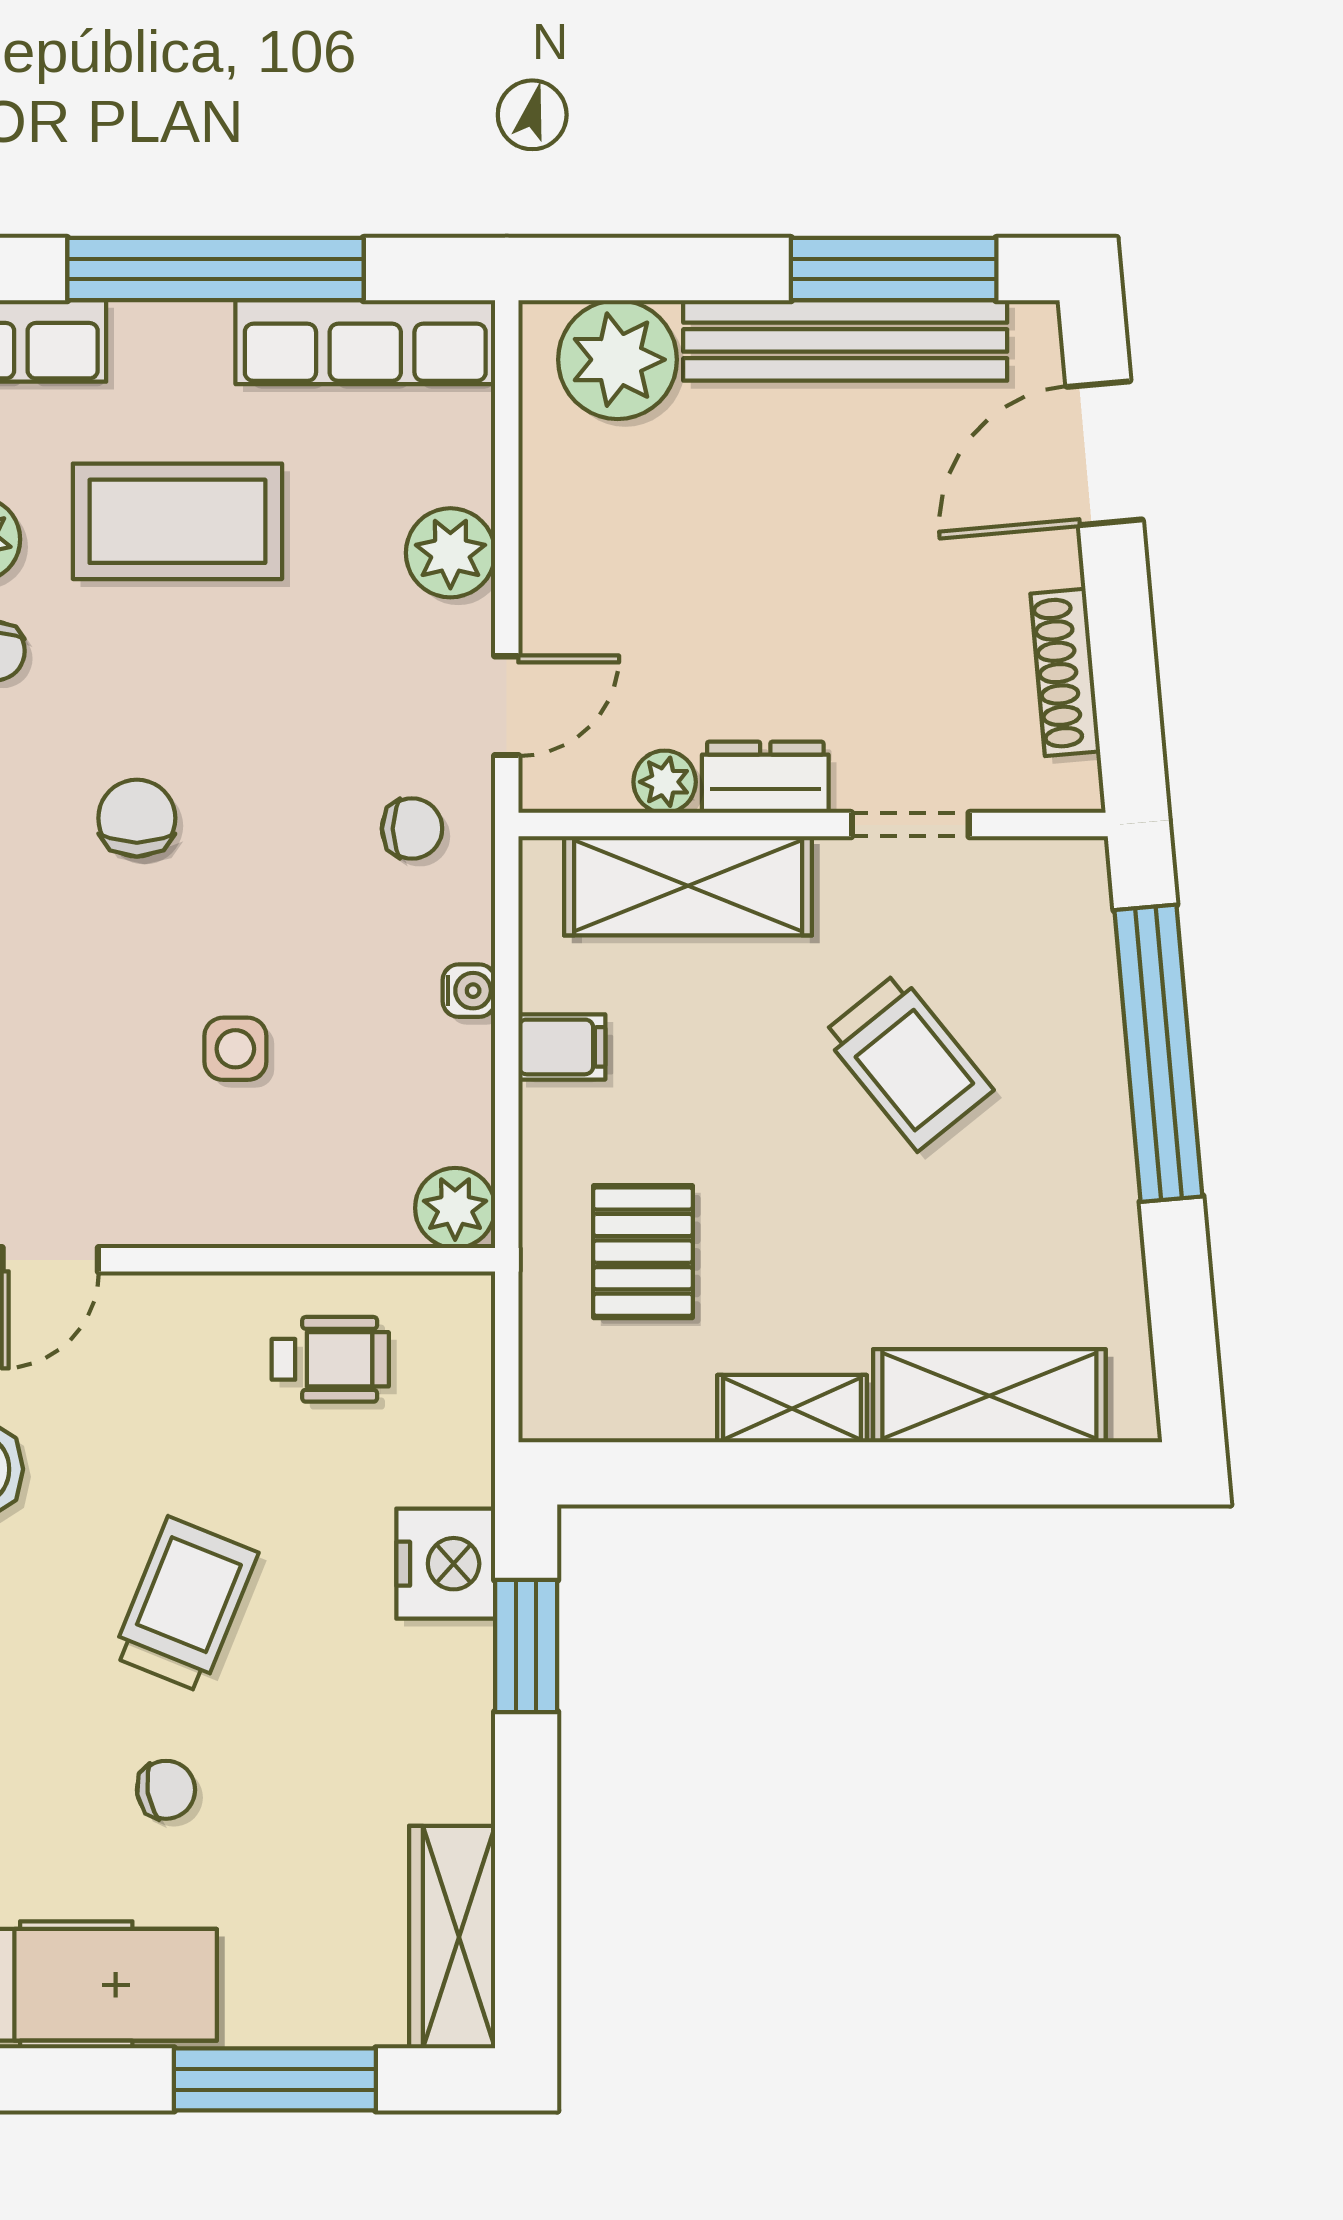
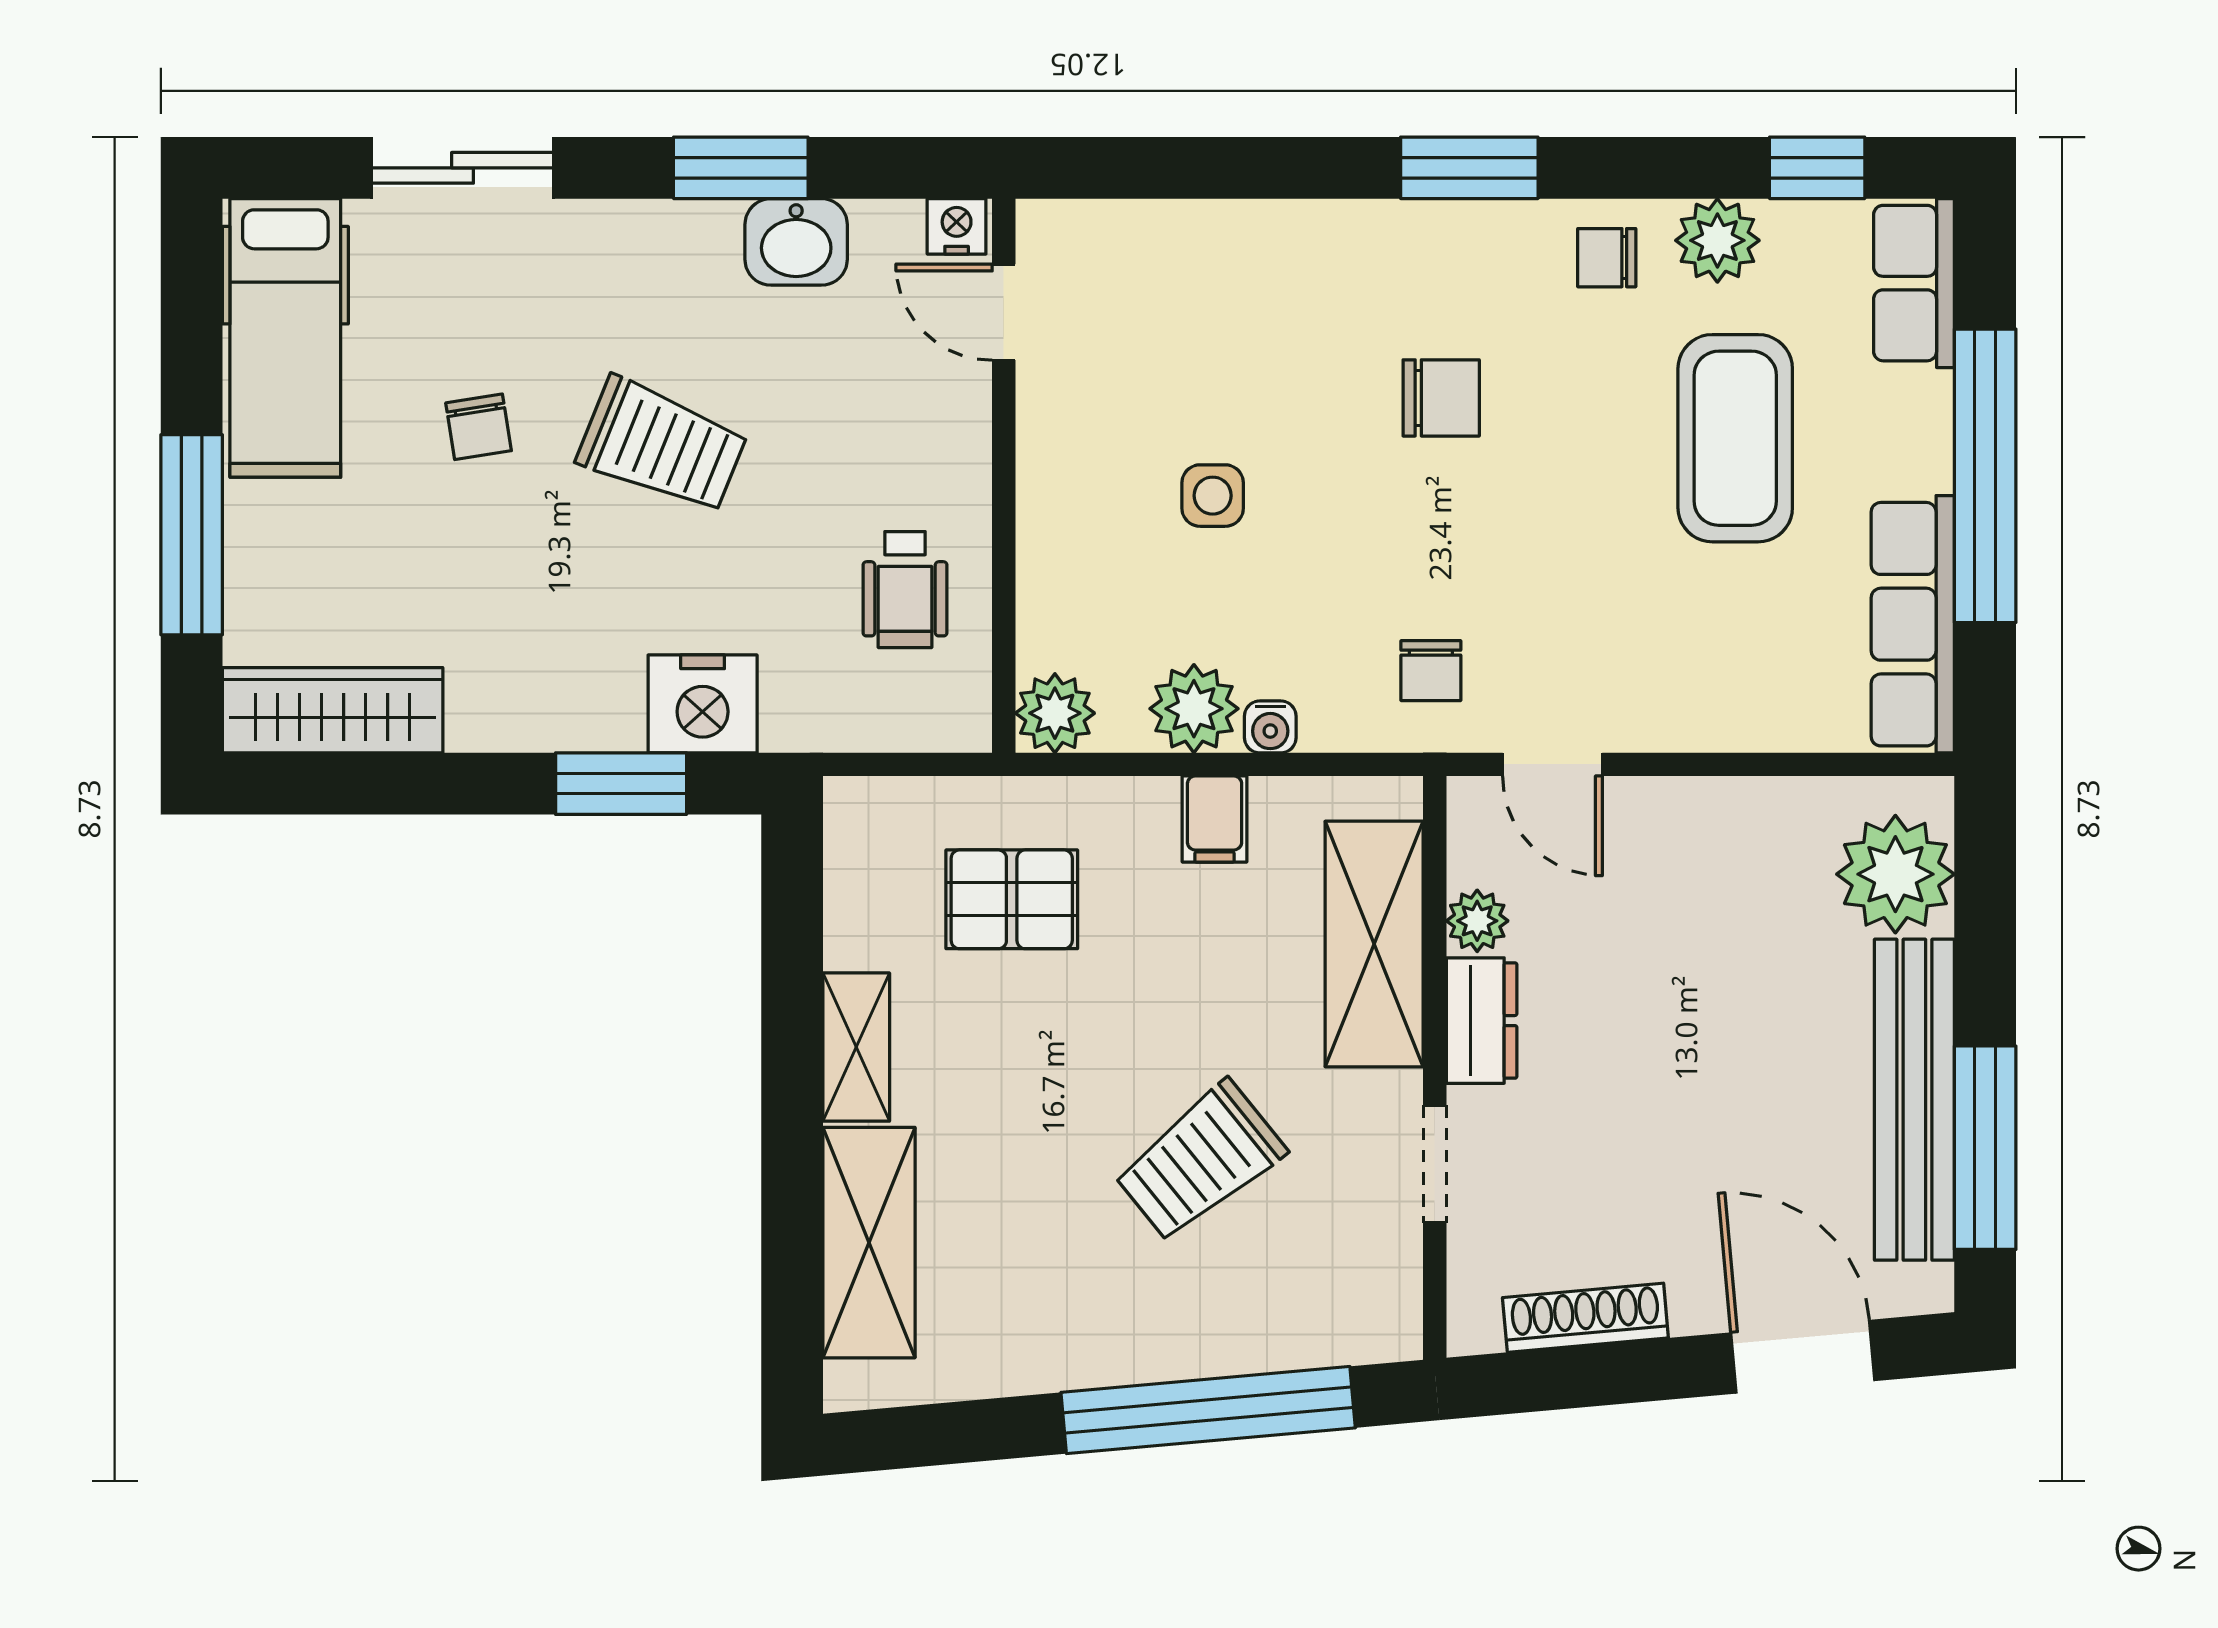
plant: (450, 553) -> (1194, 709), moved

